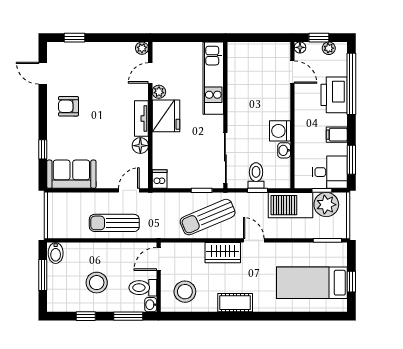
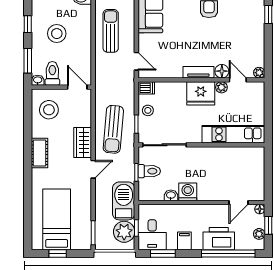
floor lamp: (140, 146) -> (222, 71), moved
stool: (186, 177) -> (148, 110), added
sun lounger: (208, 217) -> (113, 129), turned -152
sun lounger: (114, 223) -> (111, 31), moved

